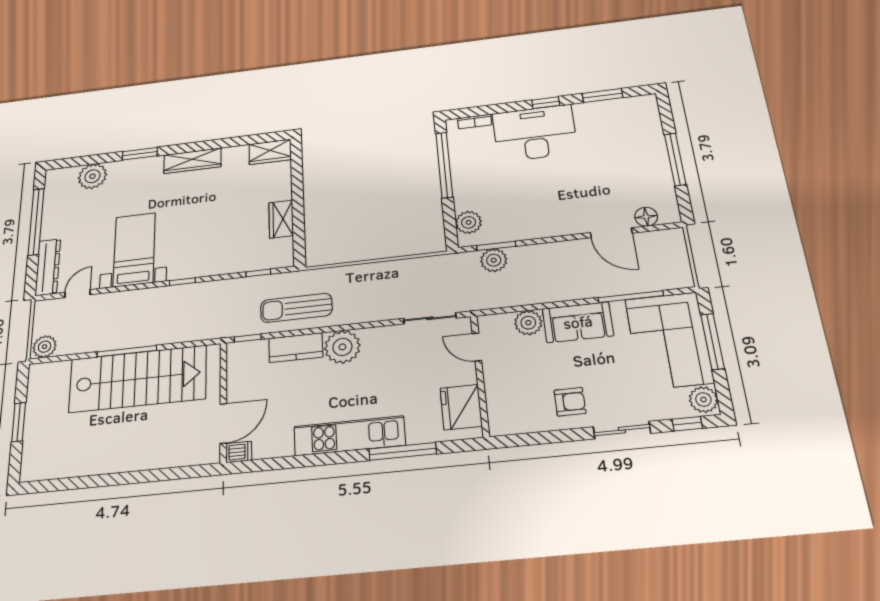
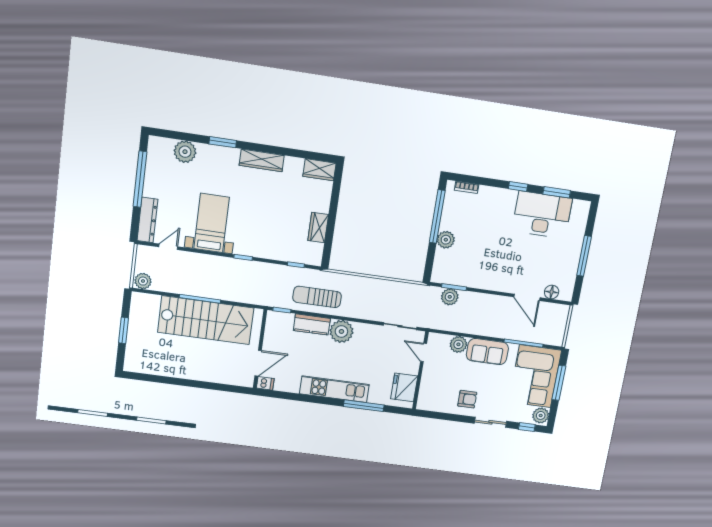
desk: (535, 133) -> (542, 215), moved
plant: (469, 222) -> (446, 240), moved

